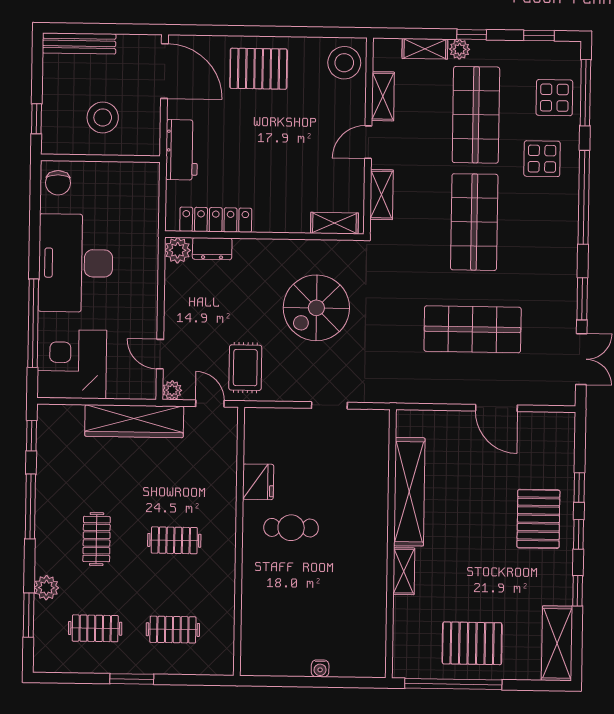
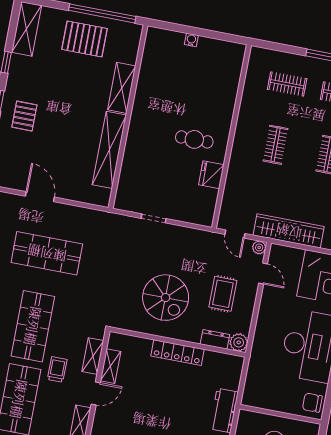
trolley: (429, 167) -> (57, 369), added
chair: (58, 183) -> (312, 403), turned -90
locker: (216, 220) -> (177, 353), moved
shelving: (334, 223) -> (110, 366), moved, turned 90
spiral stairs: (316, 308) -> (166, 298), moved, turned 90
rug: (245, 368) -> (223, 294), moved
pallet: (538, 519) -> (24, 116), width x0.67, depth x0.71
clothes rail: (174, 540) -> (276, 145), turned 90
shelving: (404, 571) -> (122, 88), width x1.50, depth x1.33

